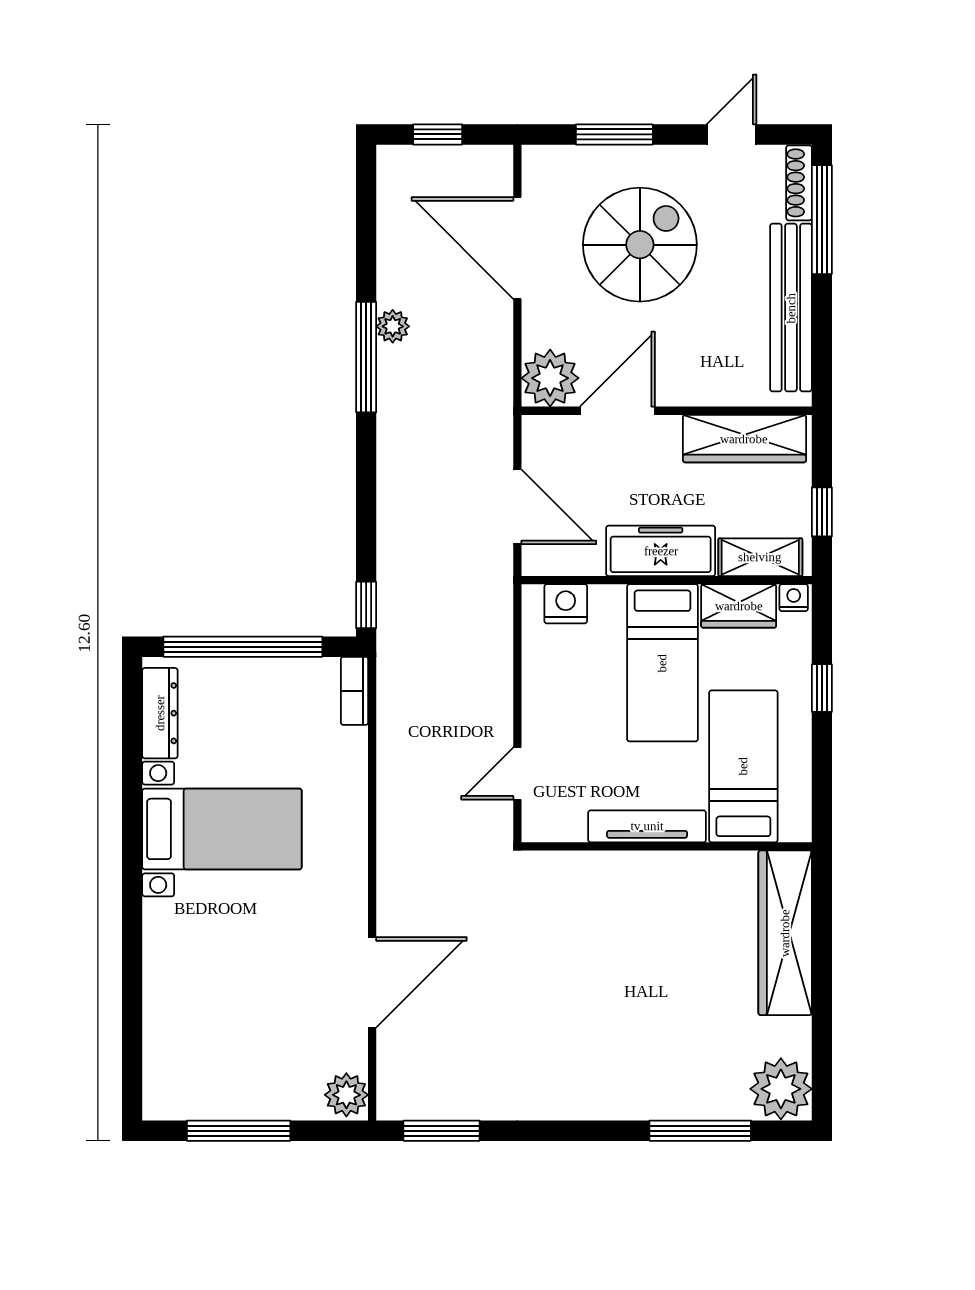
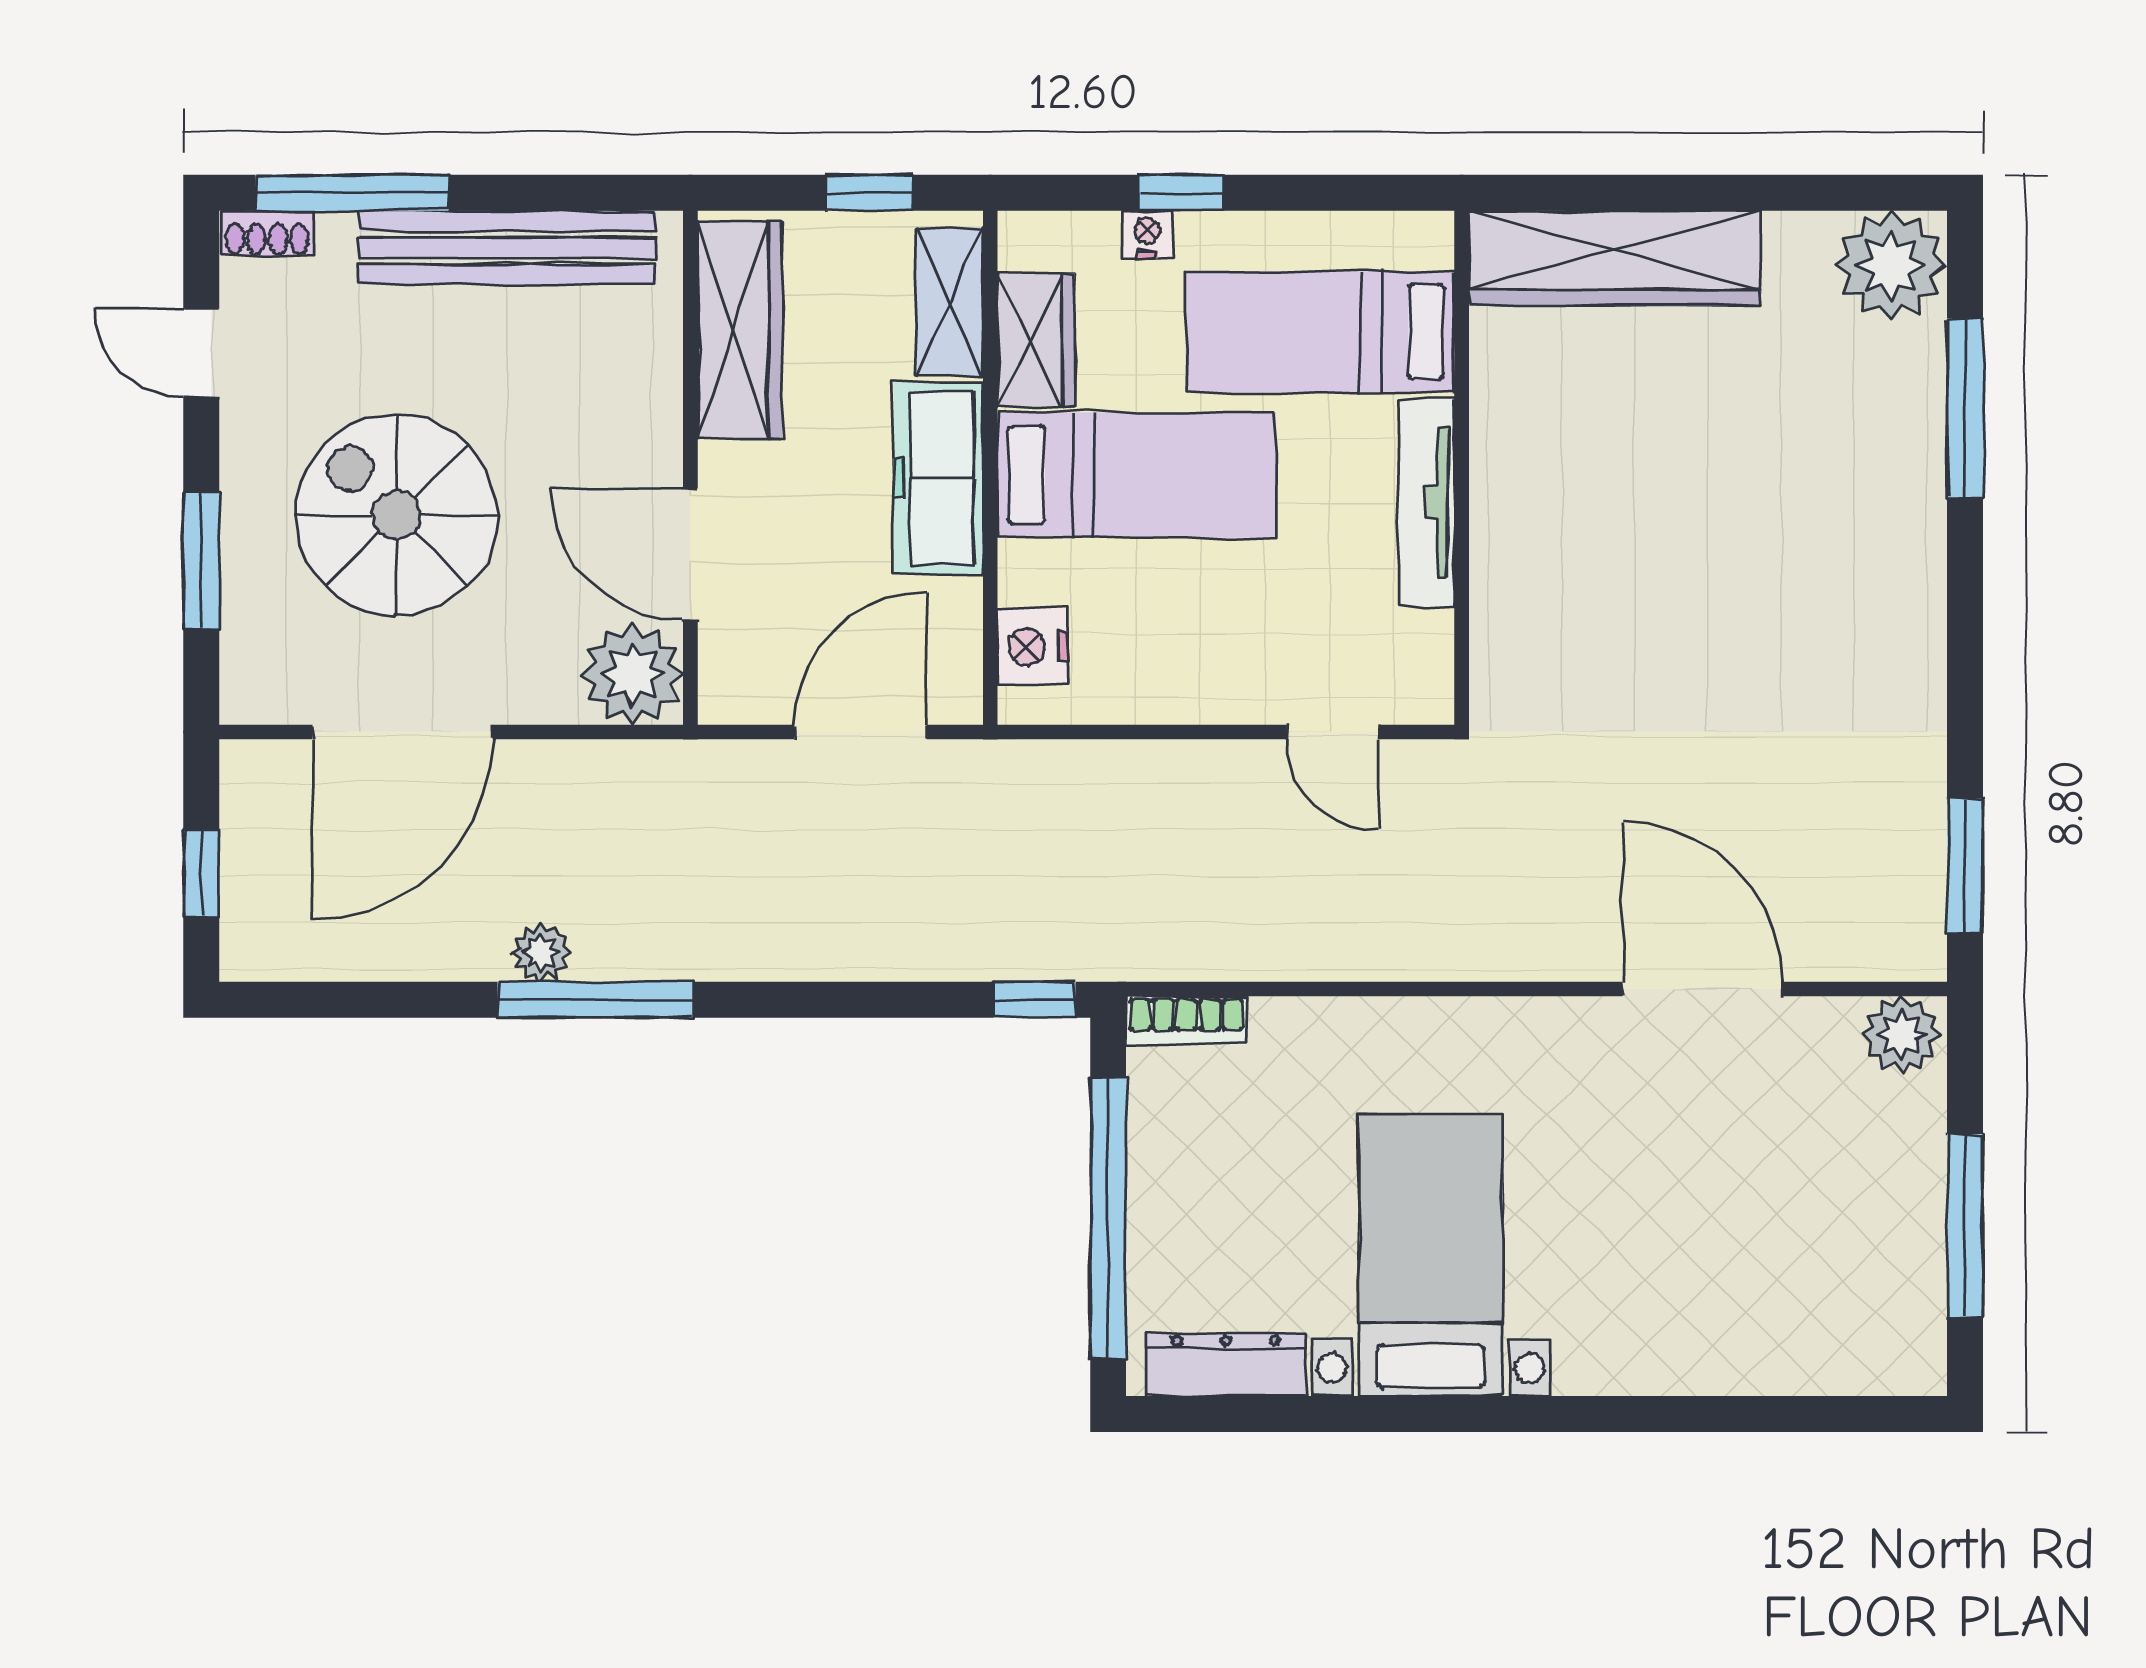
shoe rack: (799, 183) -> (267, 233), width x0.70
nightstand: (794, 598) -> (1148, 235), moved, turned 90

